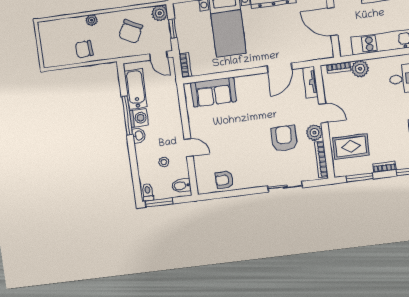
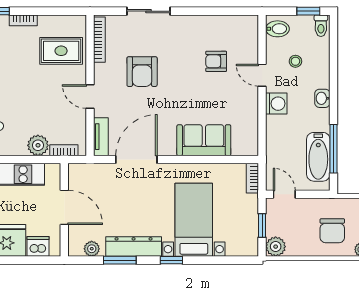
chair: (131, 31) -> (332, 231), moved, turned 153
door: (279, 68) -> (136, 159), width x1.36
sofa: (213, 92) -> (204, 140), moved
window: (127, 115) -> (333, 149), moved
washing machine: (139, 118) -> (276, 104), moved, turned 180
plant: (314, 133) -> (104, 74), removed
window: (360, 177) -> (55, 11), removed
armchair: (224, 180) -> (216, 61), moved, turned 180
window: (159, 202) -> (308, 11), width x0.67

